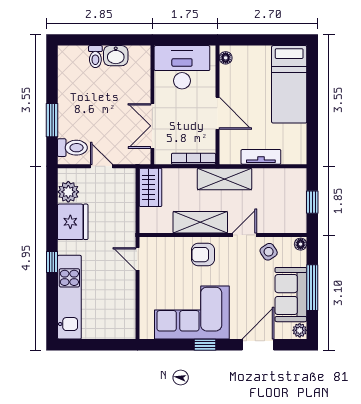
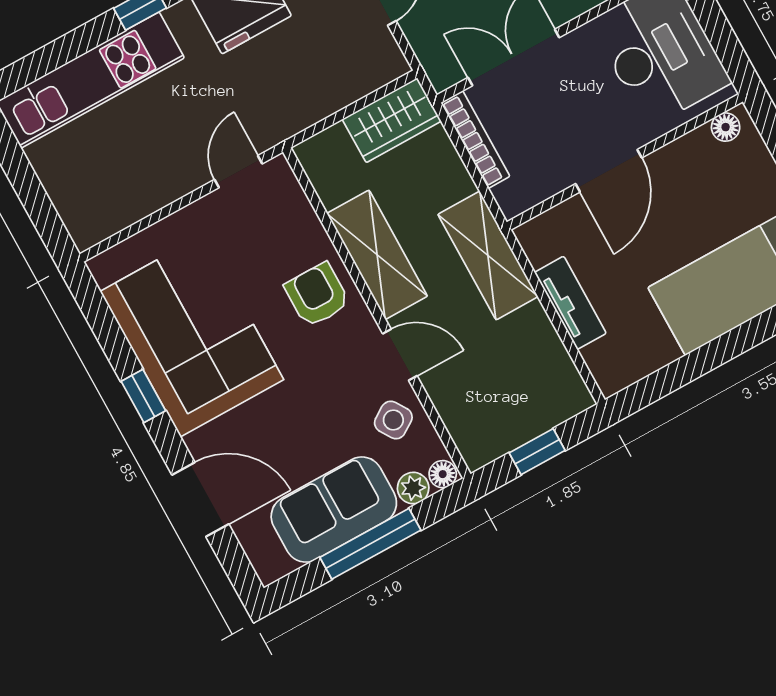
bookcase: (194, 159) -> (475, 139), moved
plant: (300, 330) -> (413, 488), moved

